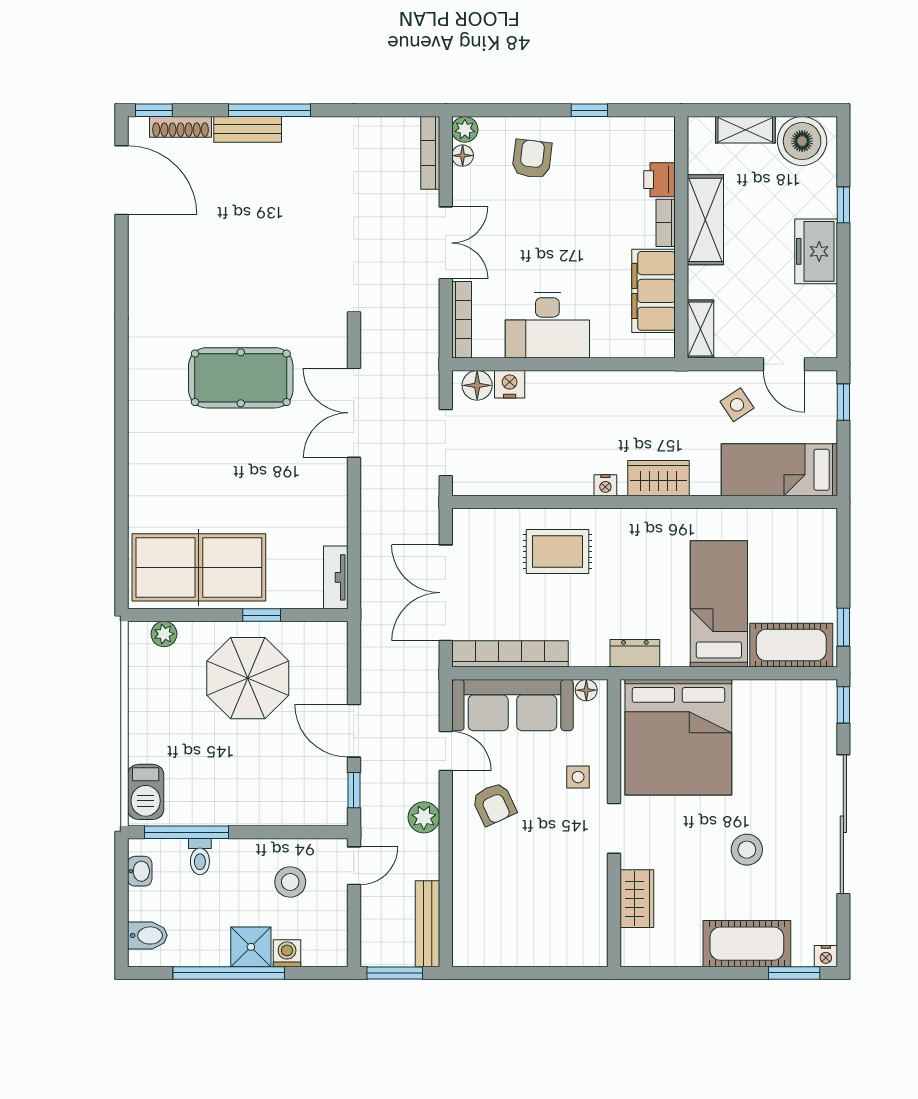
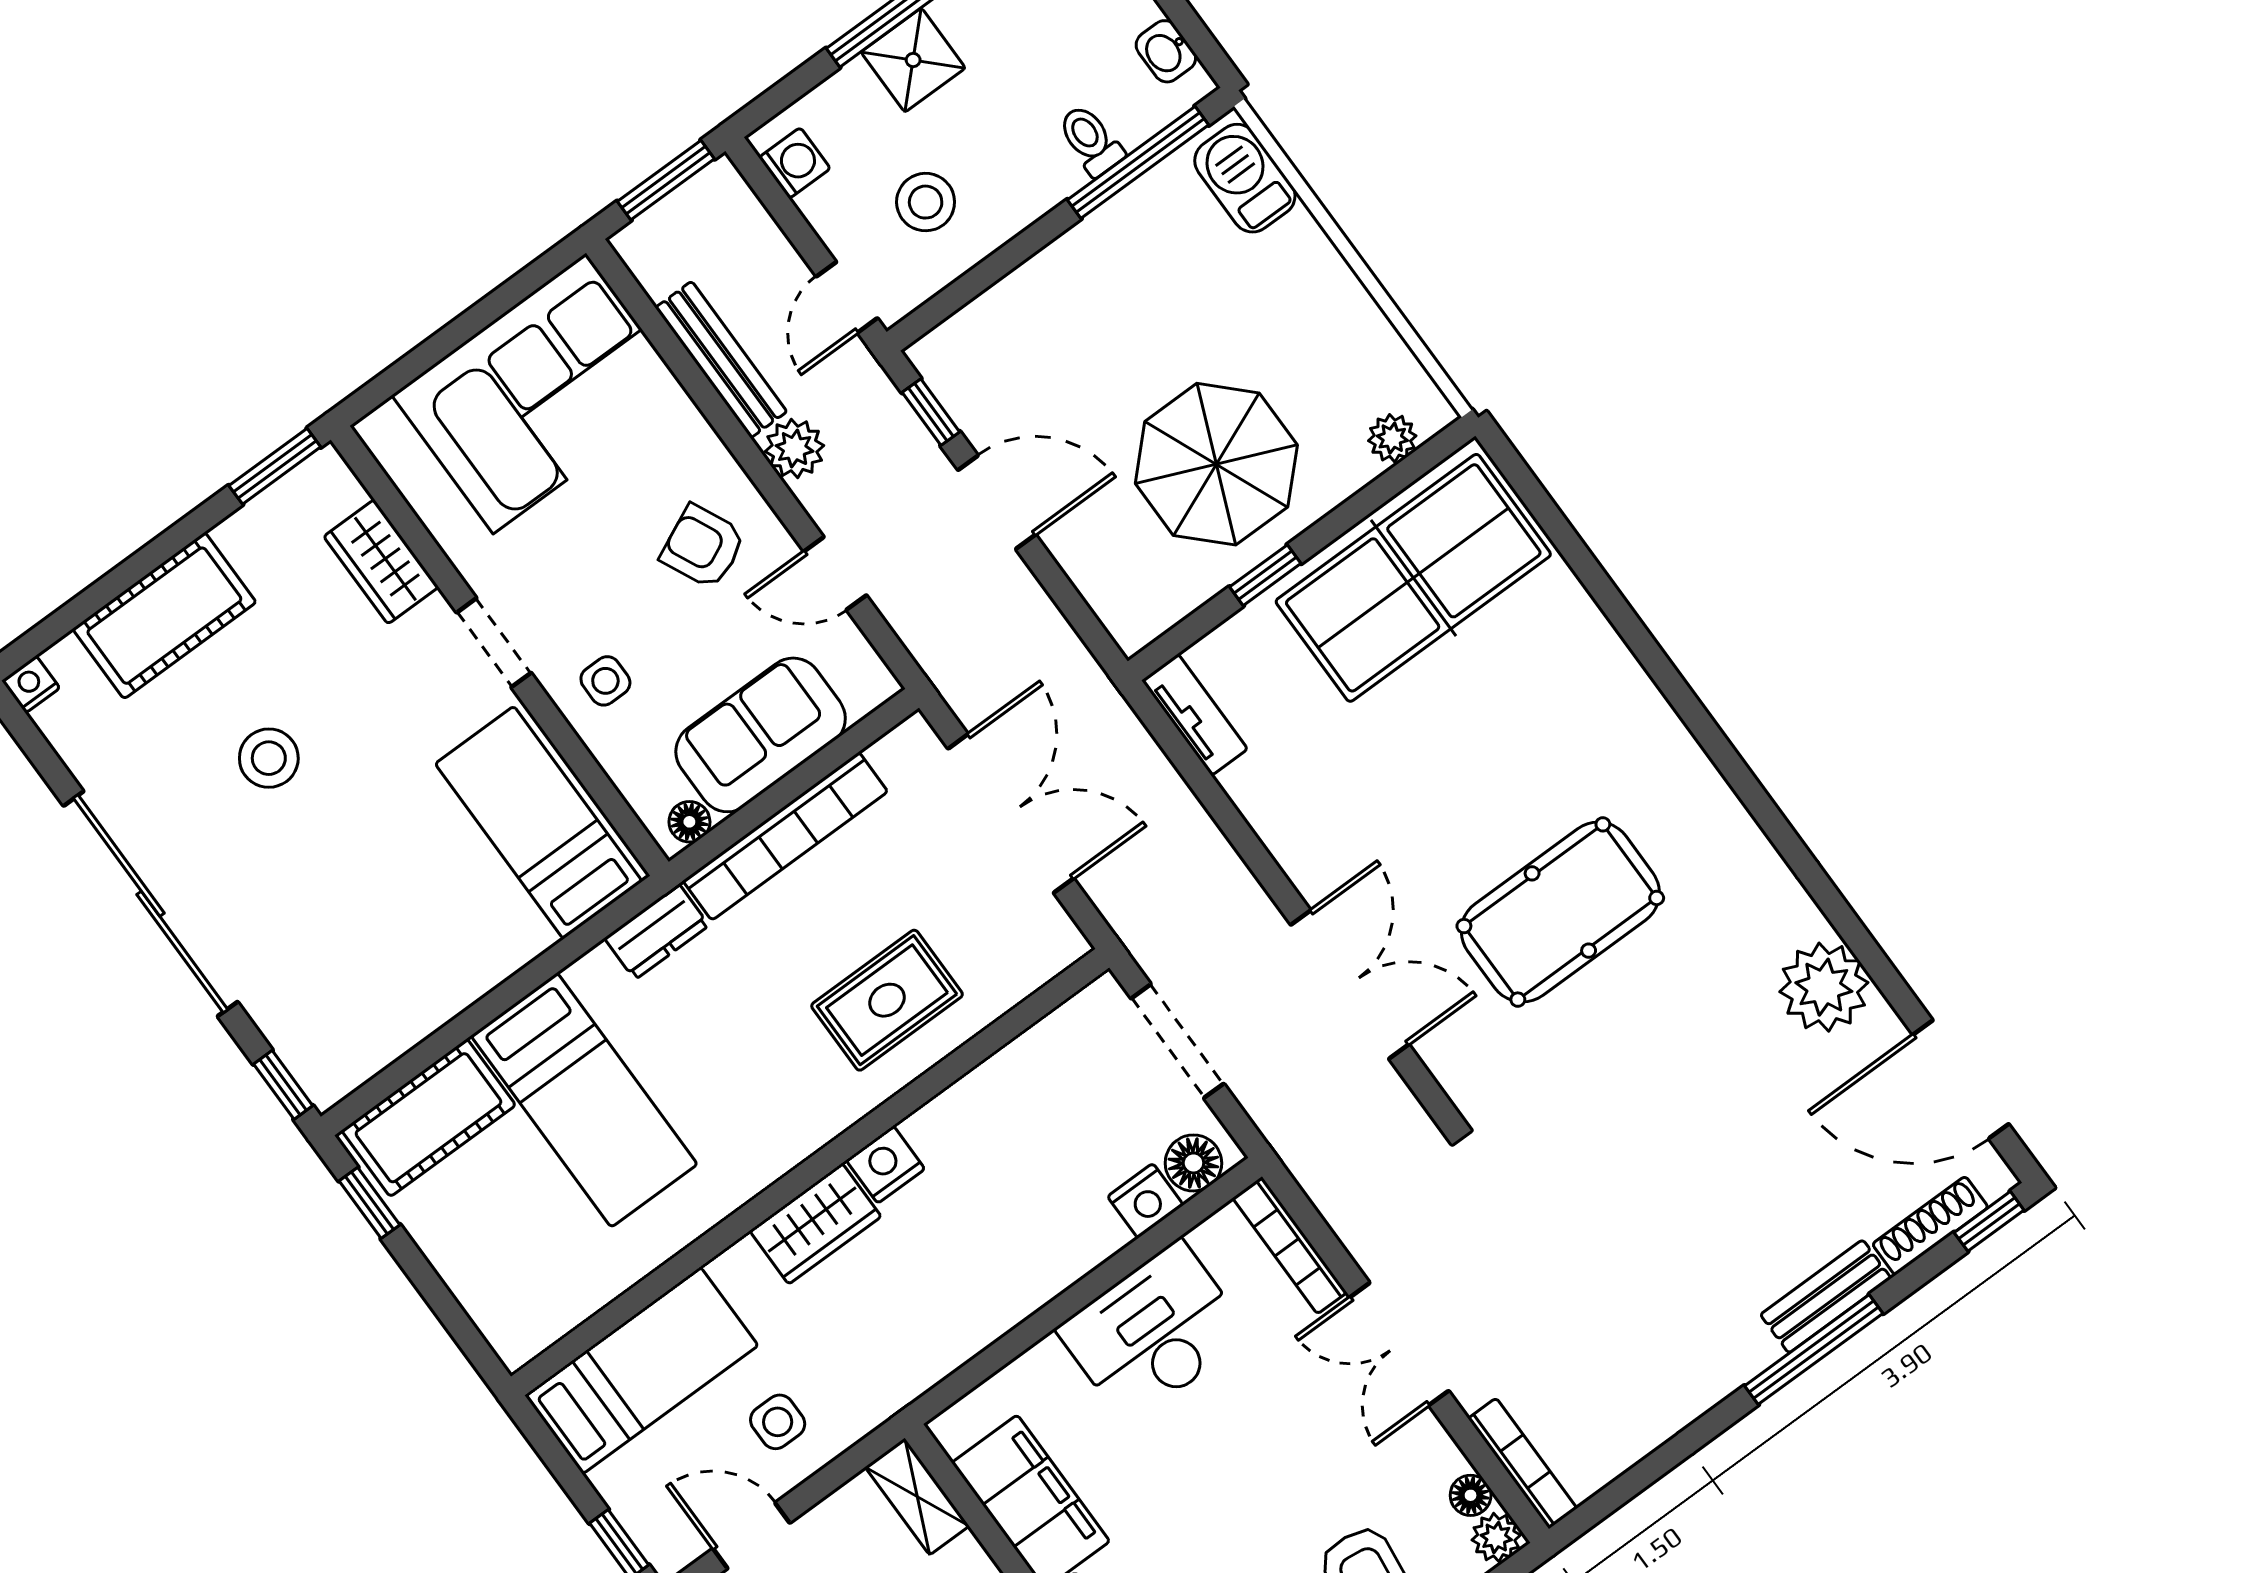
plant: (151, 263) -> (1824, 987), added
side table: (737, 405) -> (778, 1422), turned 34
nightstand: (605, 485) -> (885, 1165), width x1.39, depth x1.35
bookcase: (510, 654) -> (785, 836), moved
sofa: (512, 705) -> (761, 735), width x0.73
bed: (678, 737) -> (539, 823), width x0.49
corner sofa: (516, 921) -> (540, 393), added
bench: (428, 924) -> (721, 360), moved
washing machine: (287, 953) -> (795, 163), moved, turned -90
window: (794, 973) -> (275, 466), moved

